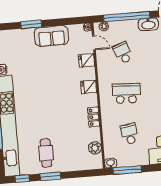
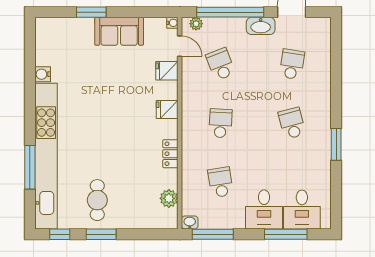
school desk: (126, 93) -> (220, 123), width x0.54

